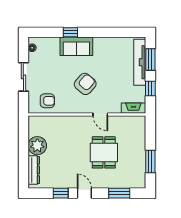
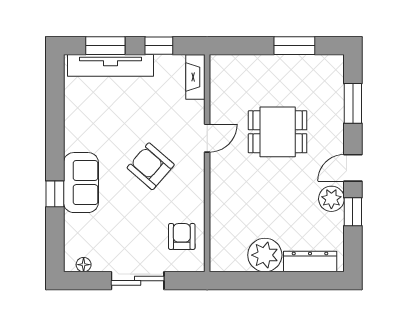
plant: (68, 182) -> (331, 199), added

